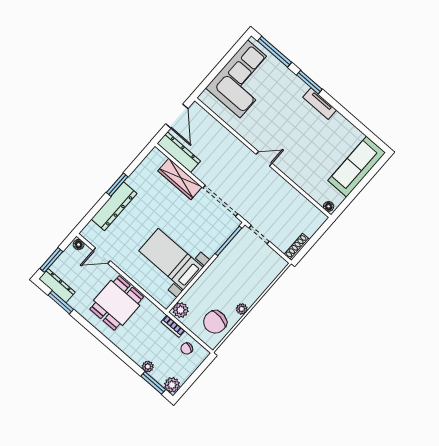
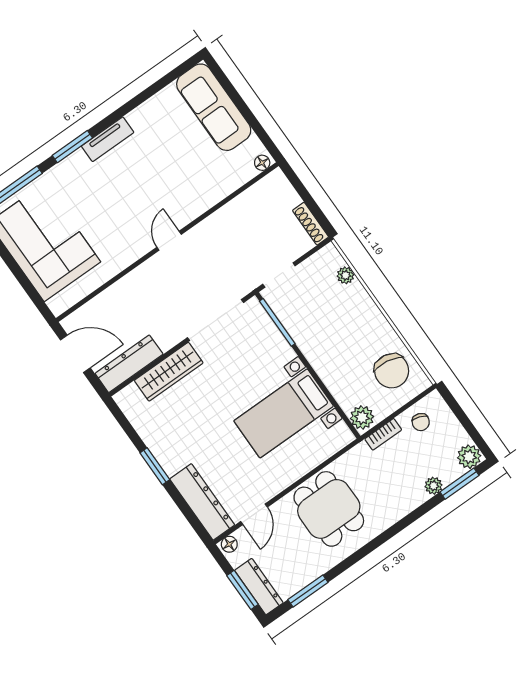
dresser: (114, 206) -> (202, 502), moved
dresser: (57, 286) -> (259, 587), moved, turned 90
plant: (242, 309) -> (346, 275), moved

